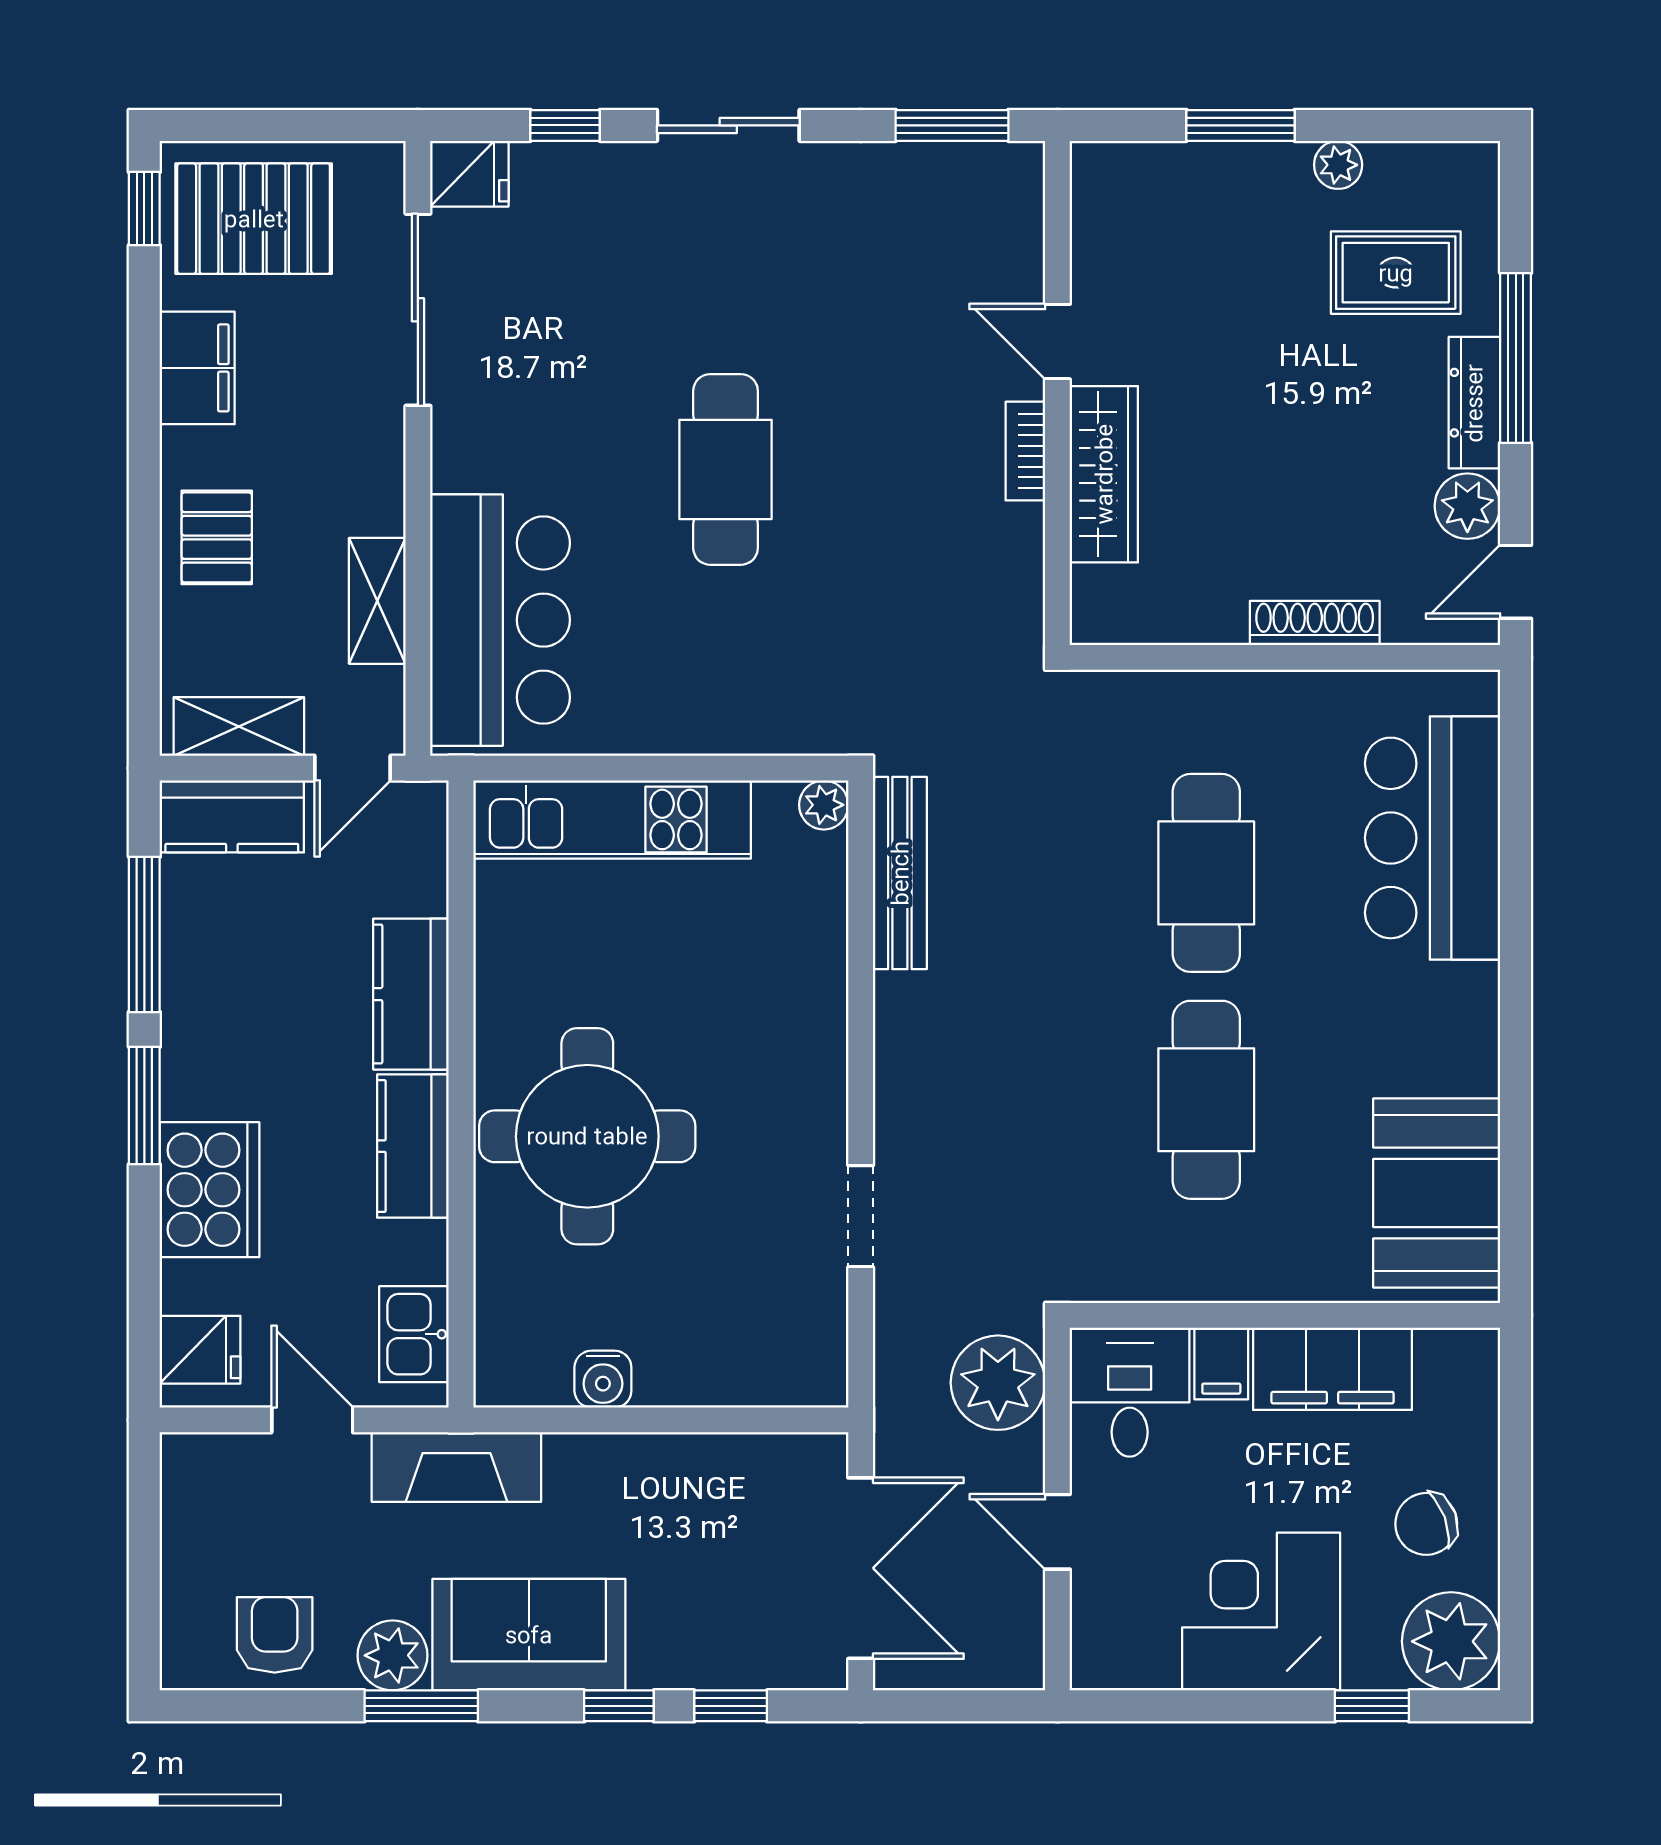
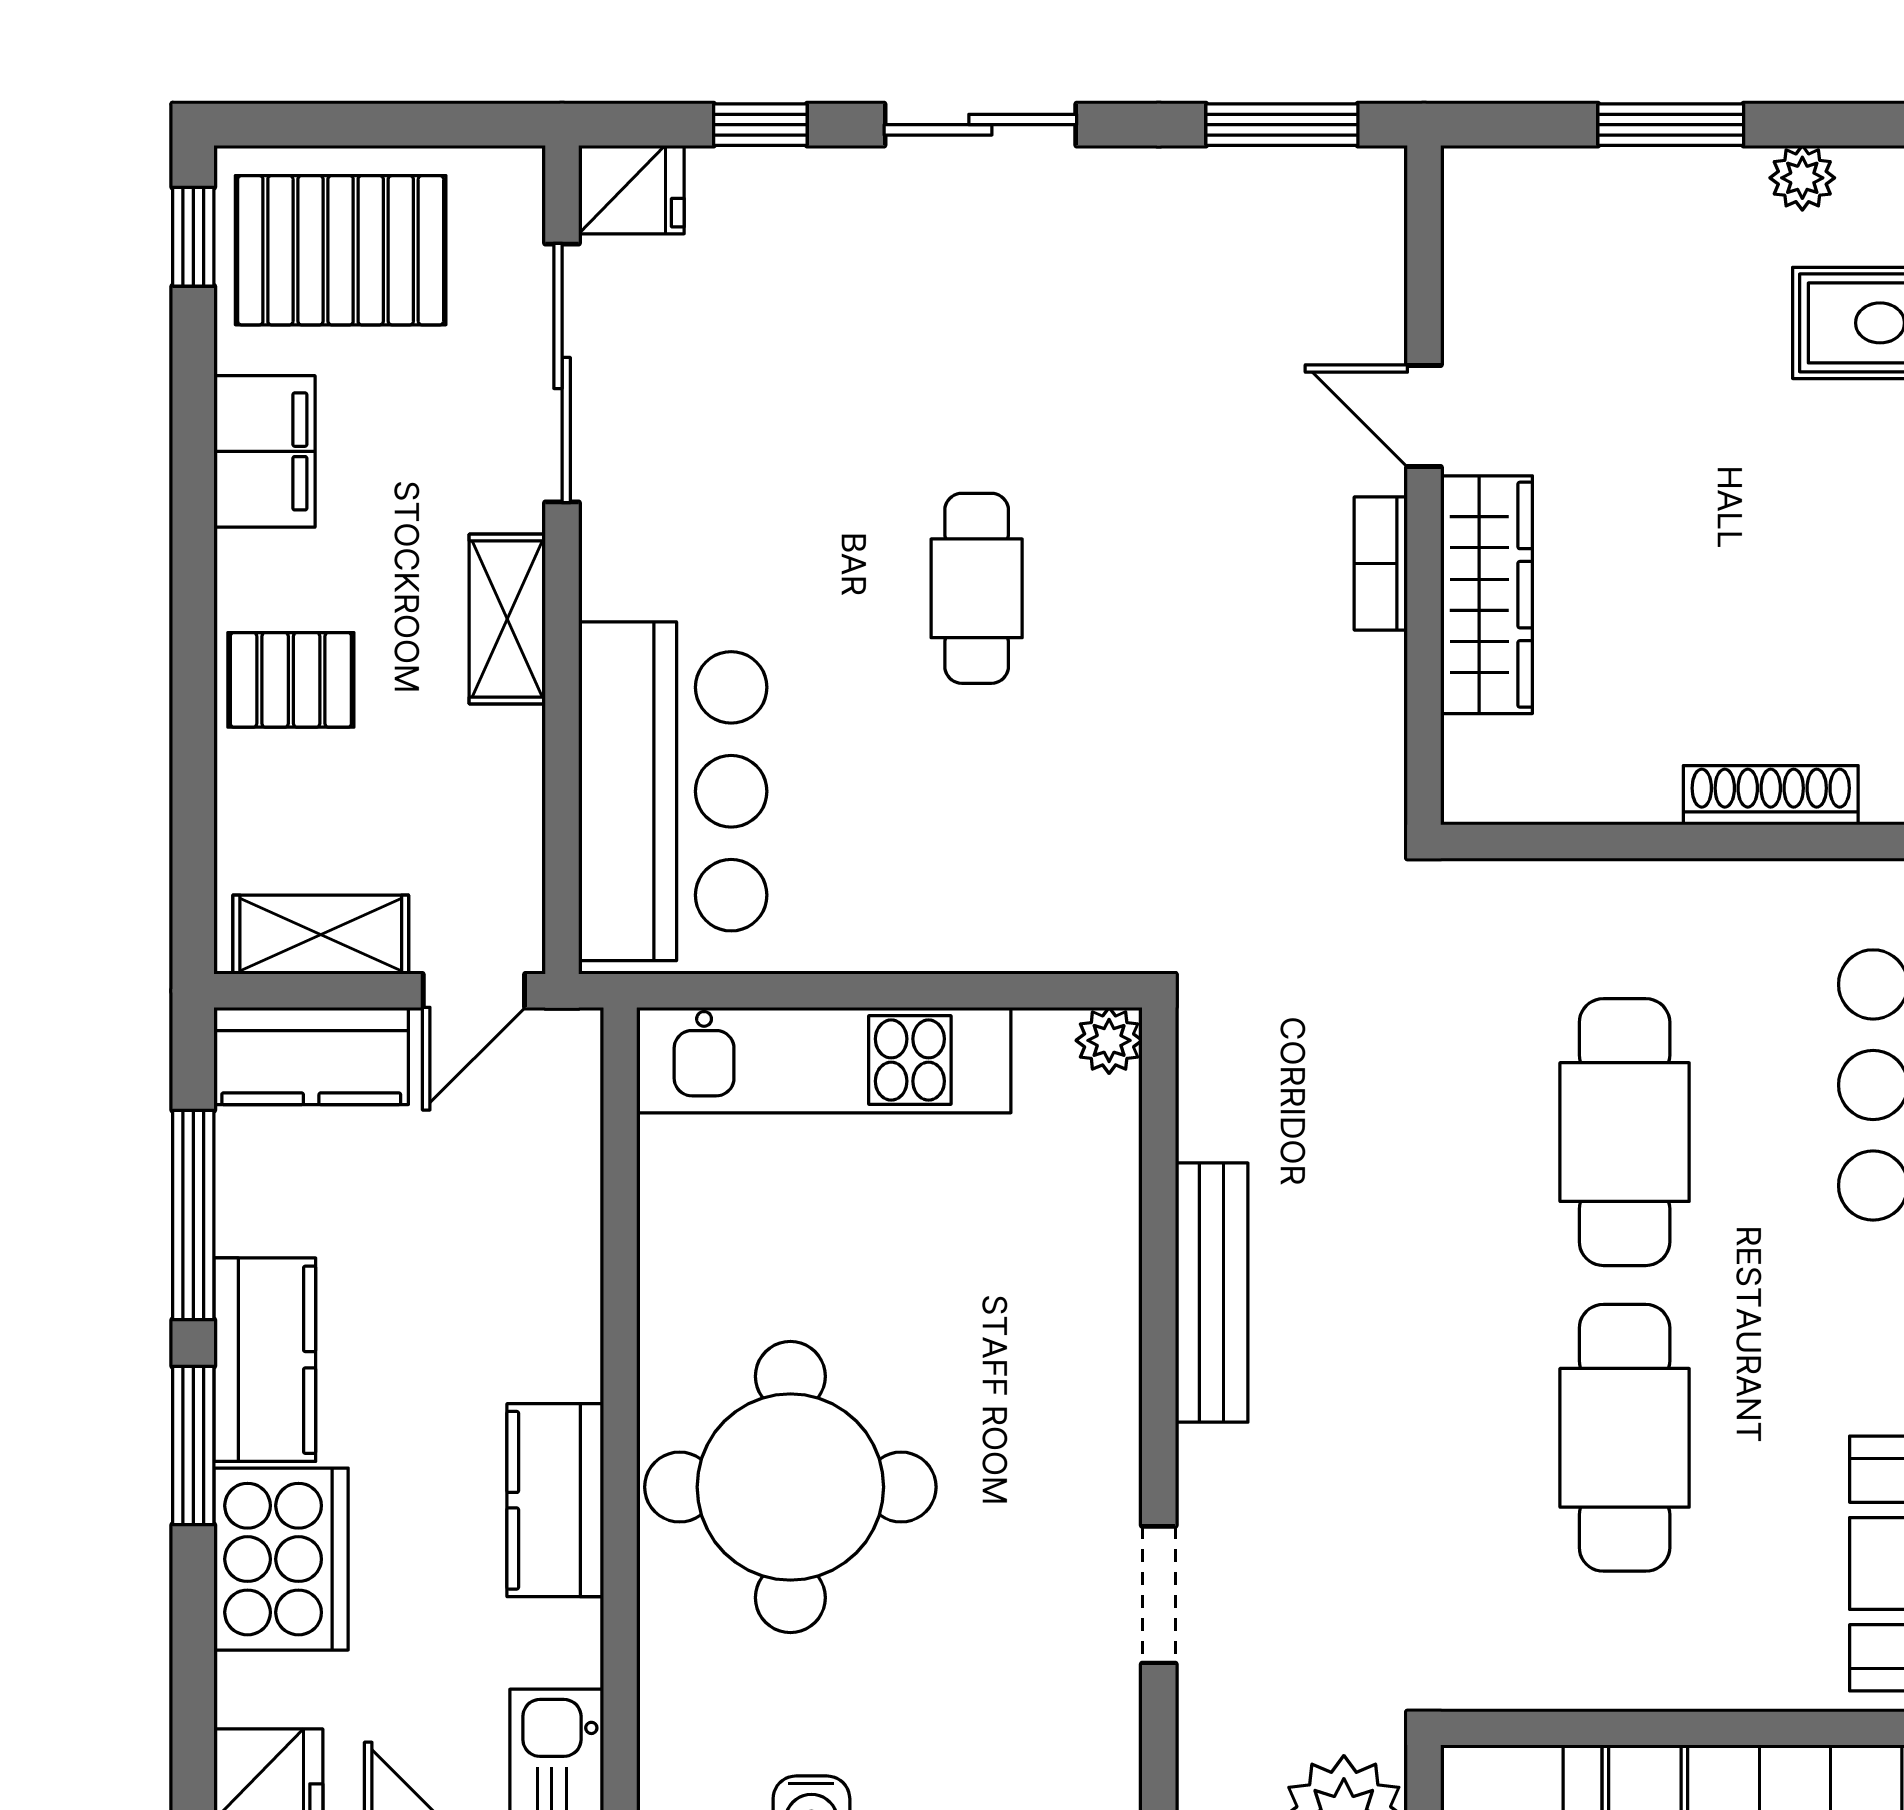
cafe table: (726, 469) -> (977, 588), width x0.73, depth x0.74
pallet: (217, 537) -> (291, 680), turned 90
shelving: (377, 601) -> (507, 619), moved
bench: (900, 873) -> (1212, 1293), moved
kitchen counter: (411, 994) -> (265, 1360), moved, turned 180

